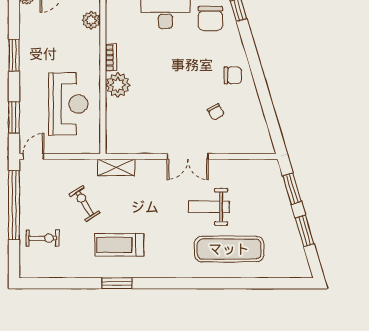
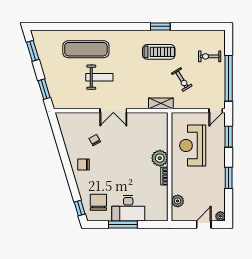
double door: (188, 156) -> (113, 111), swing flipped
window: (305, 231) -> (33, 51), moved

